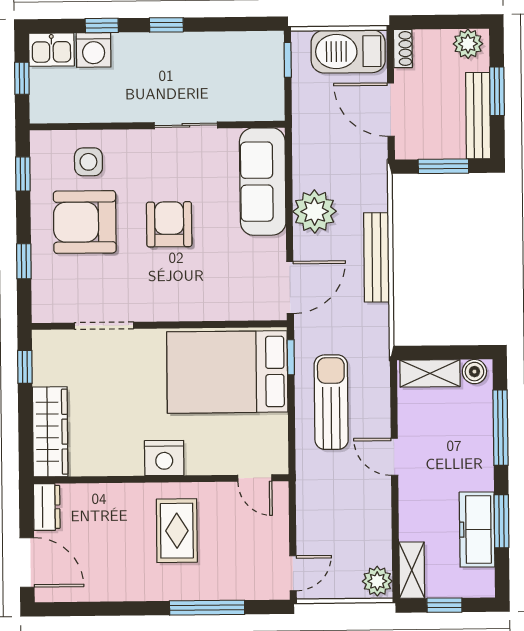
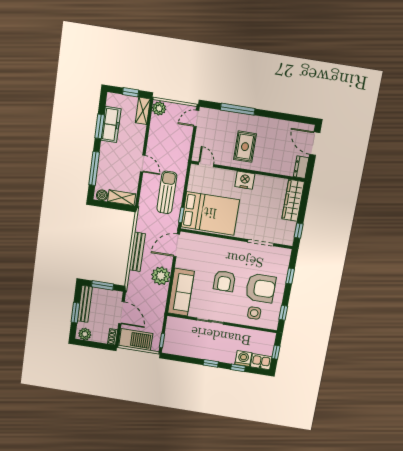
sun lounger: (331, 402) -> (167, 192), turned 180

